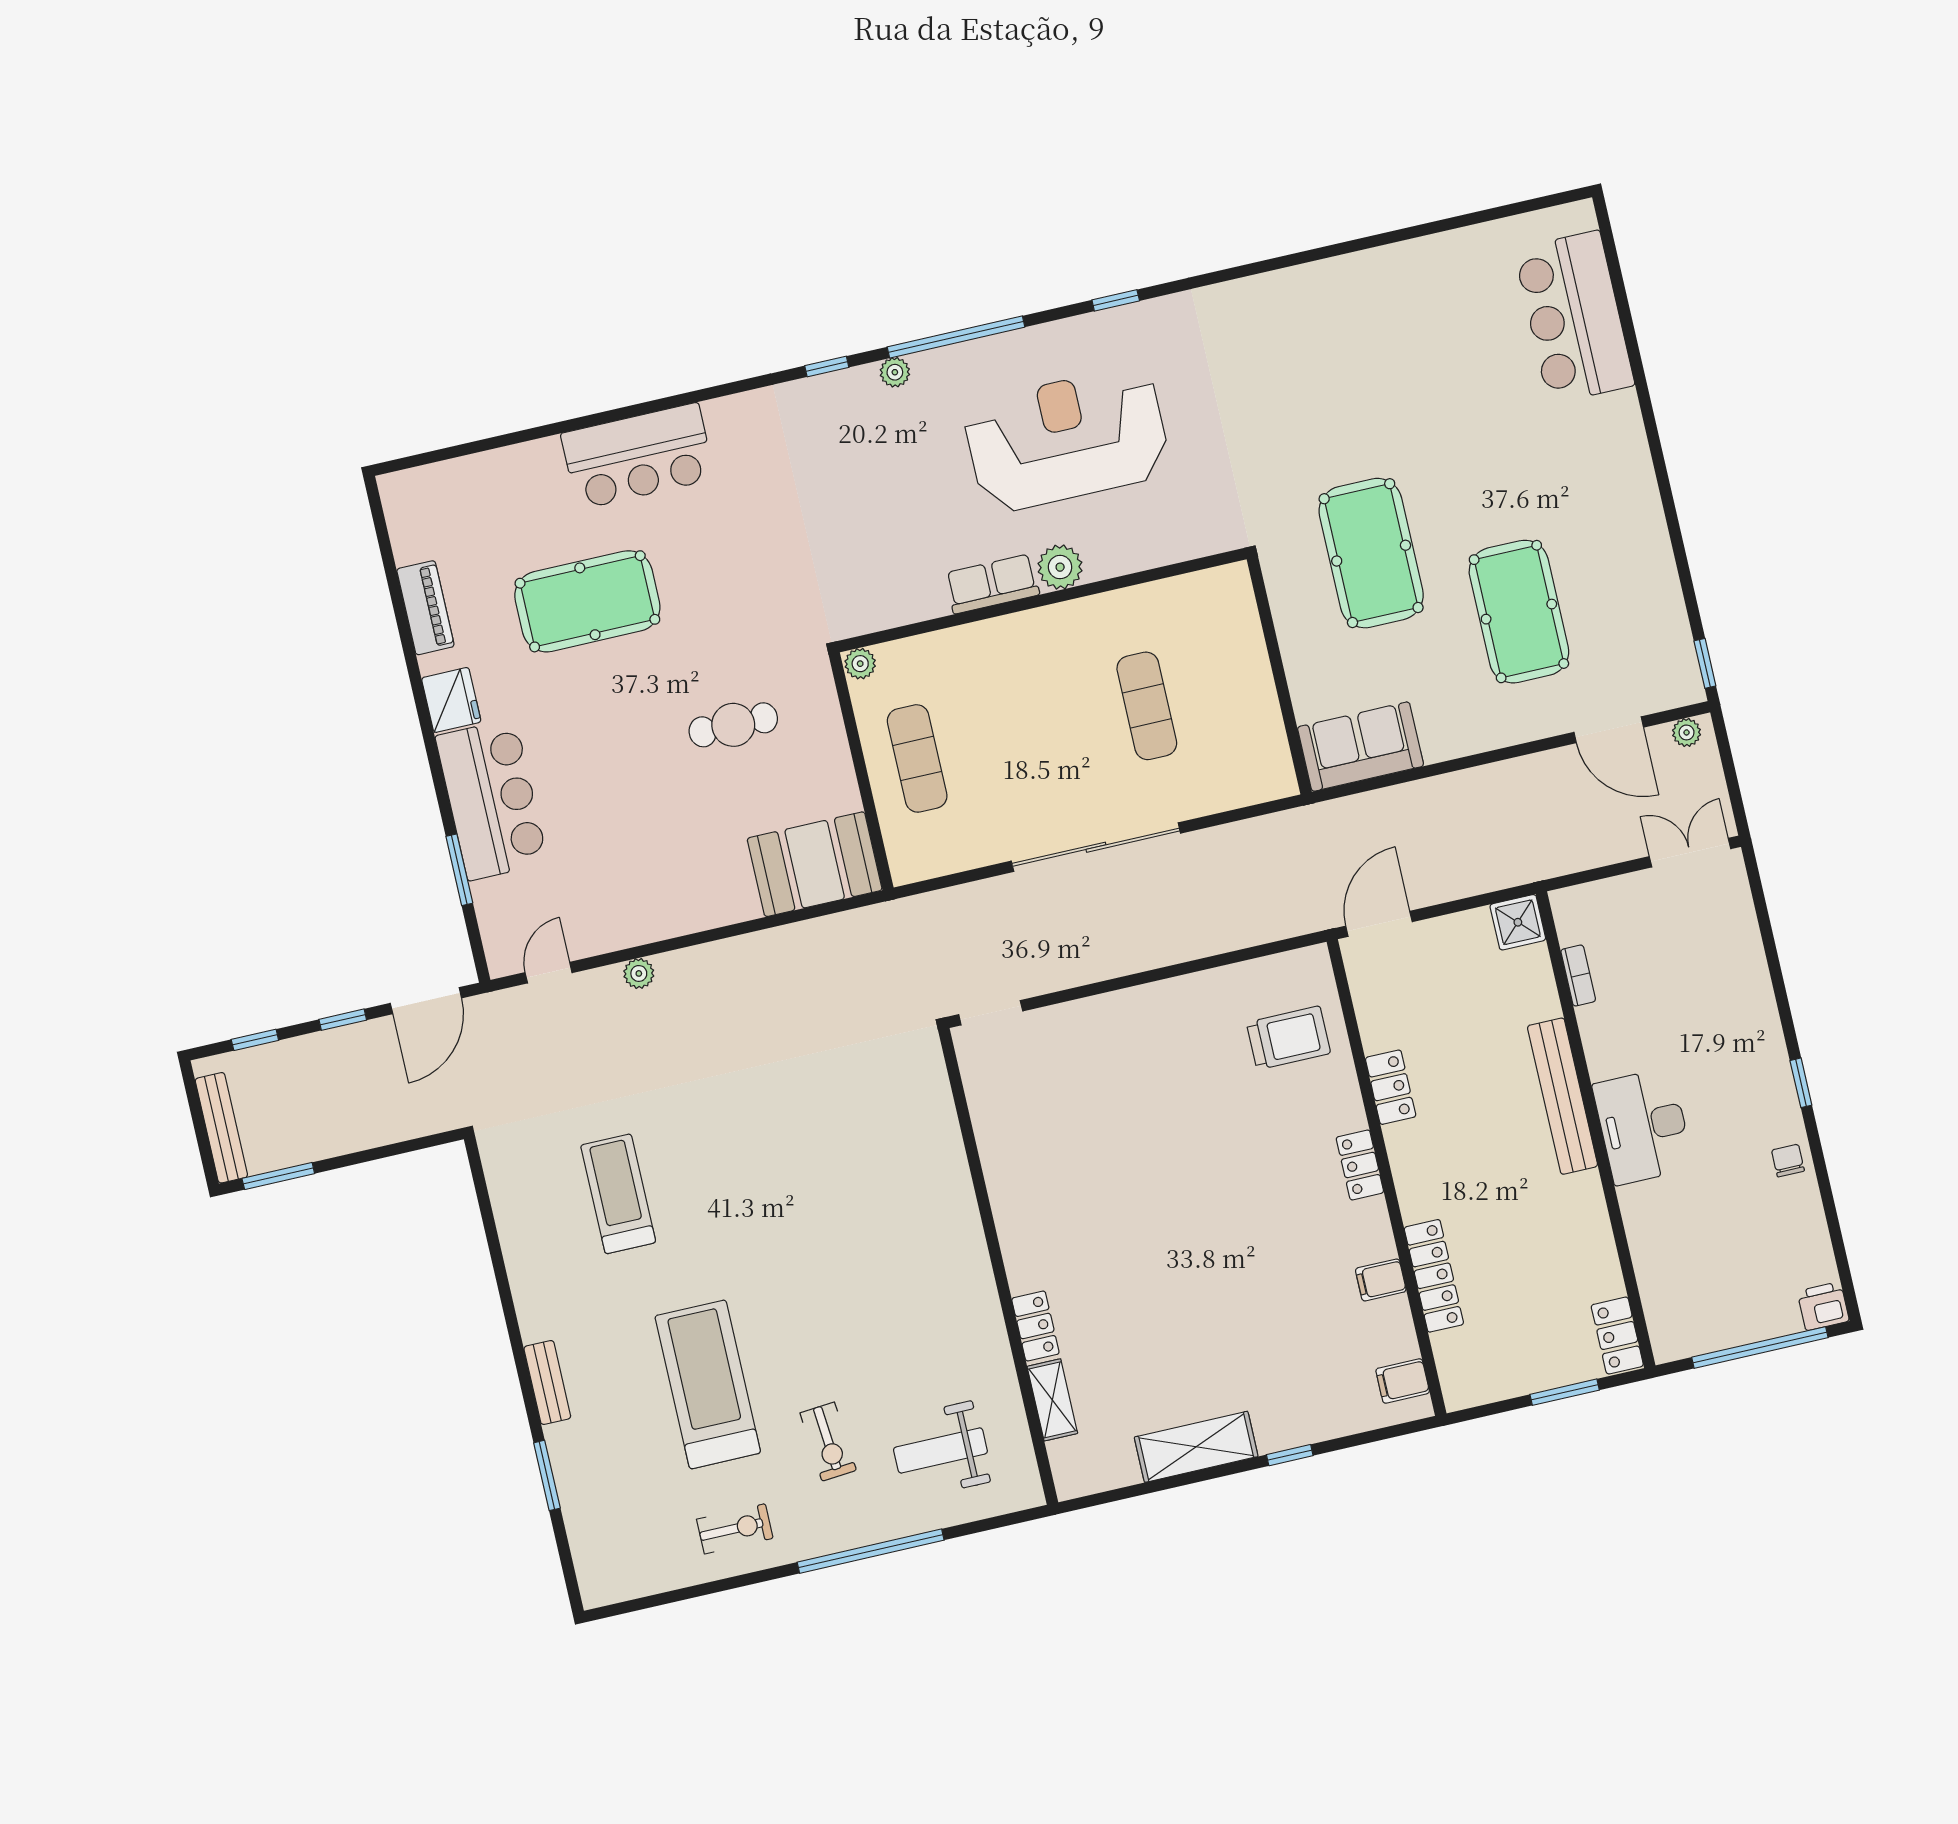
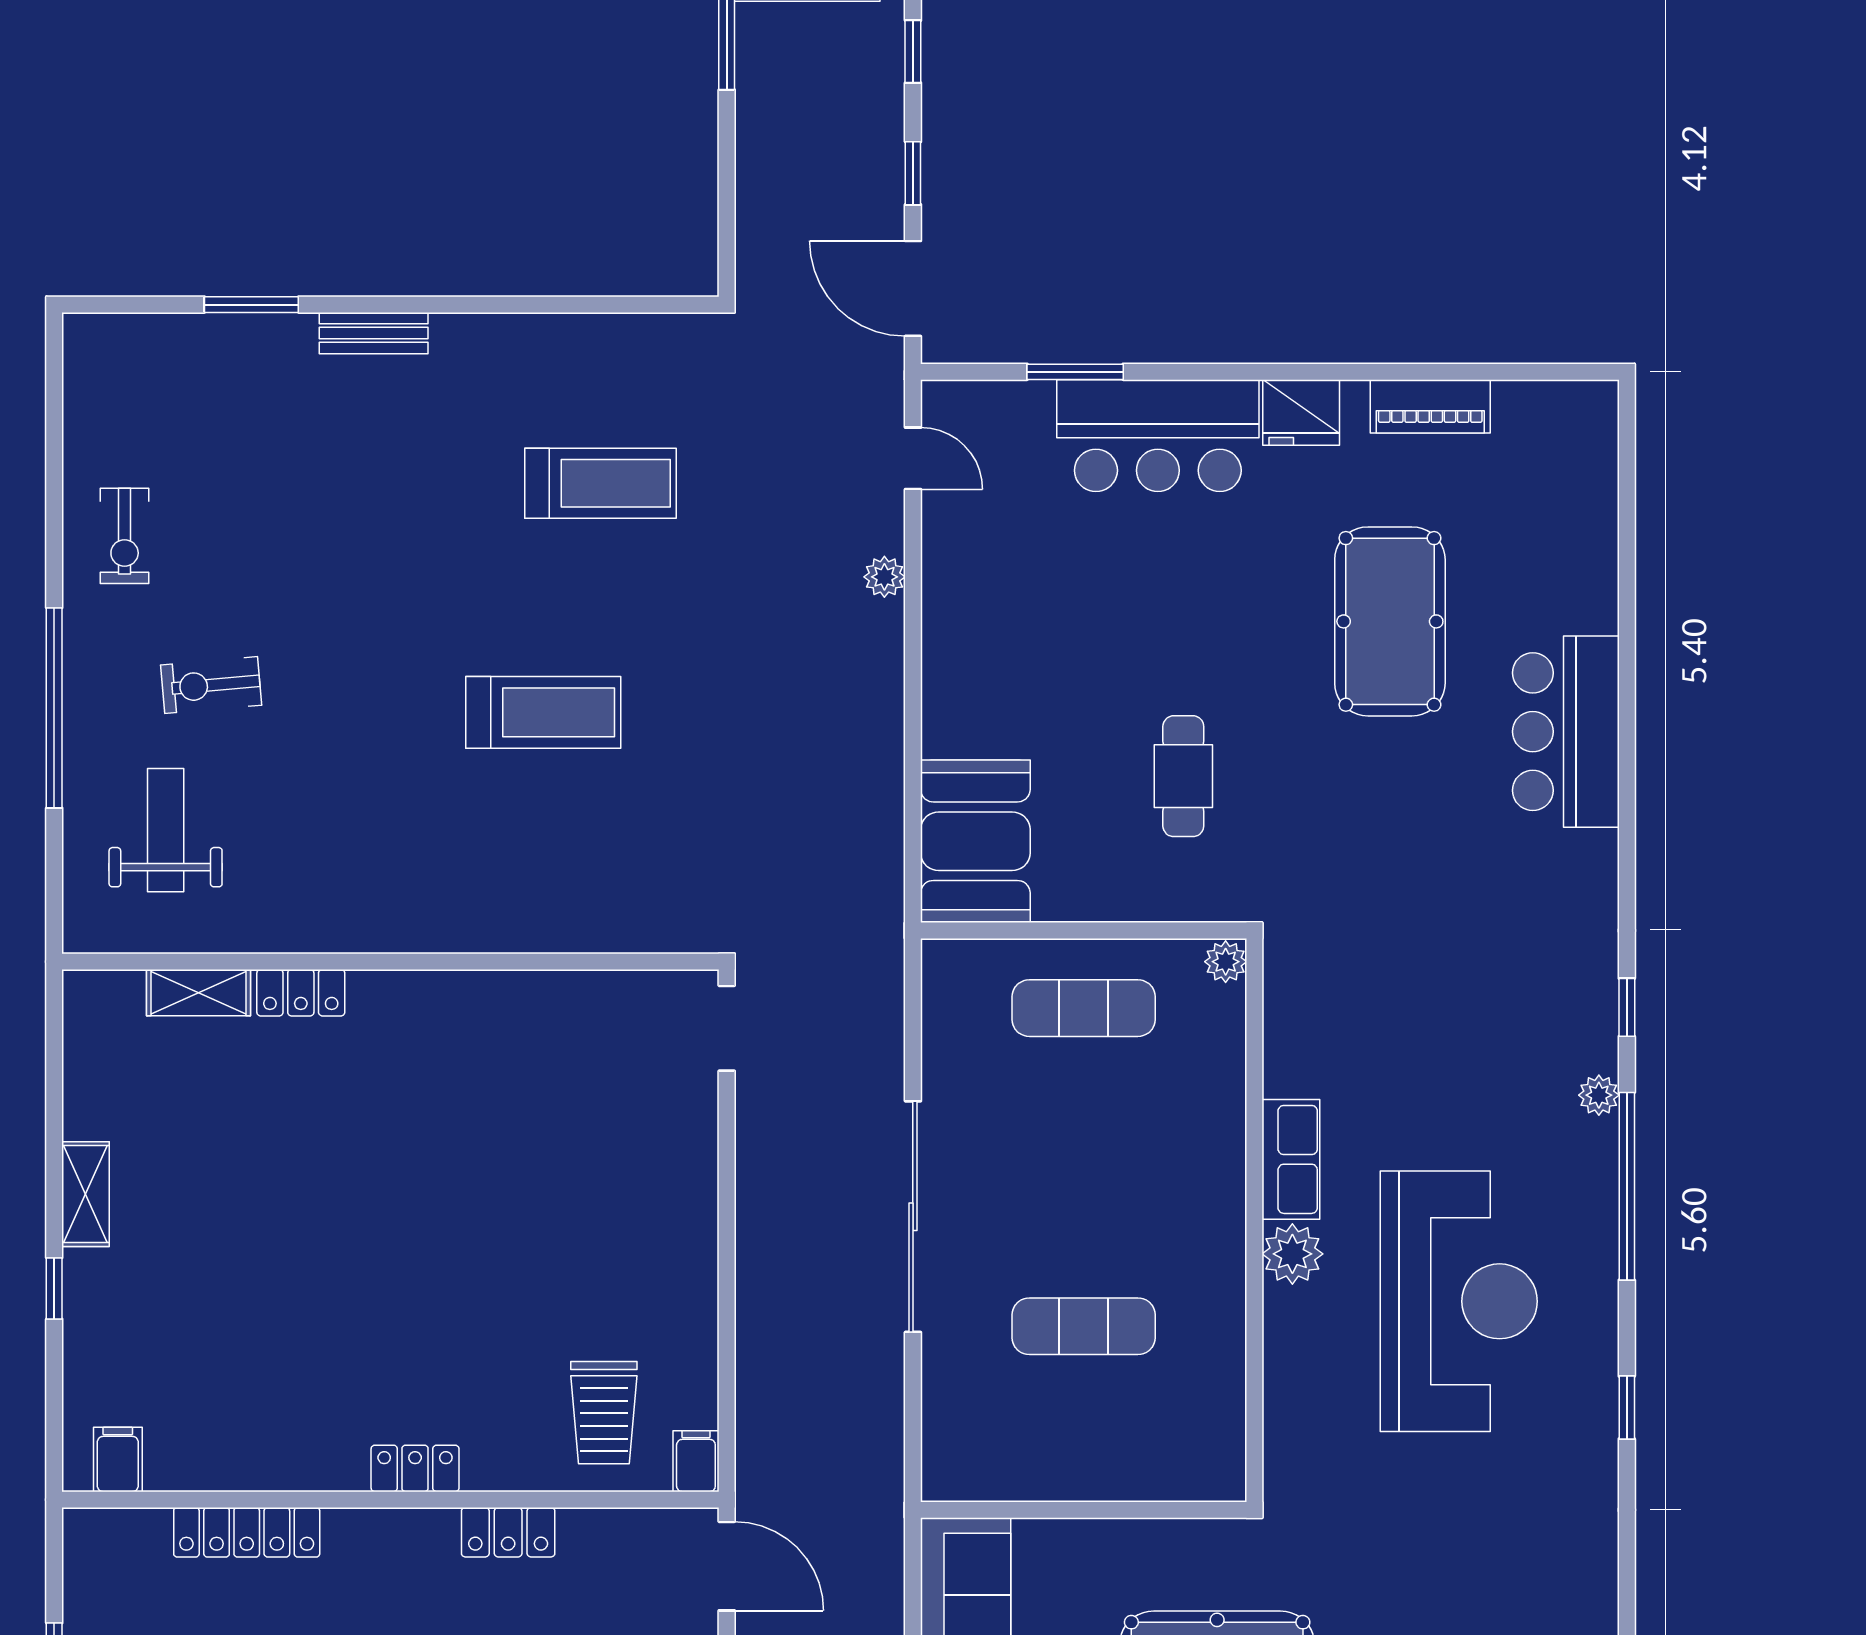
filing cabinet: (1381, 1280) -> (696, 1461), moved
treadmill: (708, 1384) -> (543, 712), moved, width x0.73, depth x0.73
shelving: (1196, 1447) -> (86, 1194), width x0.67, depth x0.75

